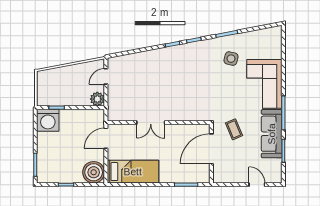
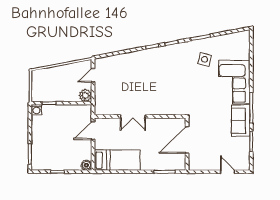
washing machine: (48, 120) -> (36, 110), width x0.53, depth x0.53
coffee table: (234, 129) -> (207, 122), removed
sofa: (272, 134) -> (241, 121), width x0.73
boiler: (94, 172) -> (86, 165), width x0.54, depth x0.54

